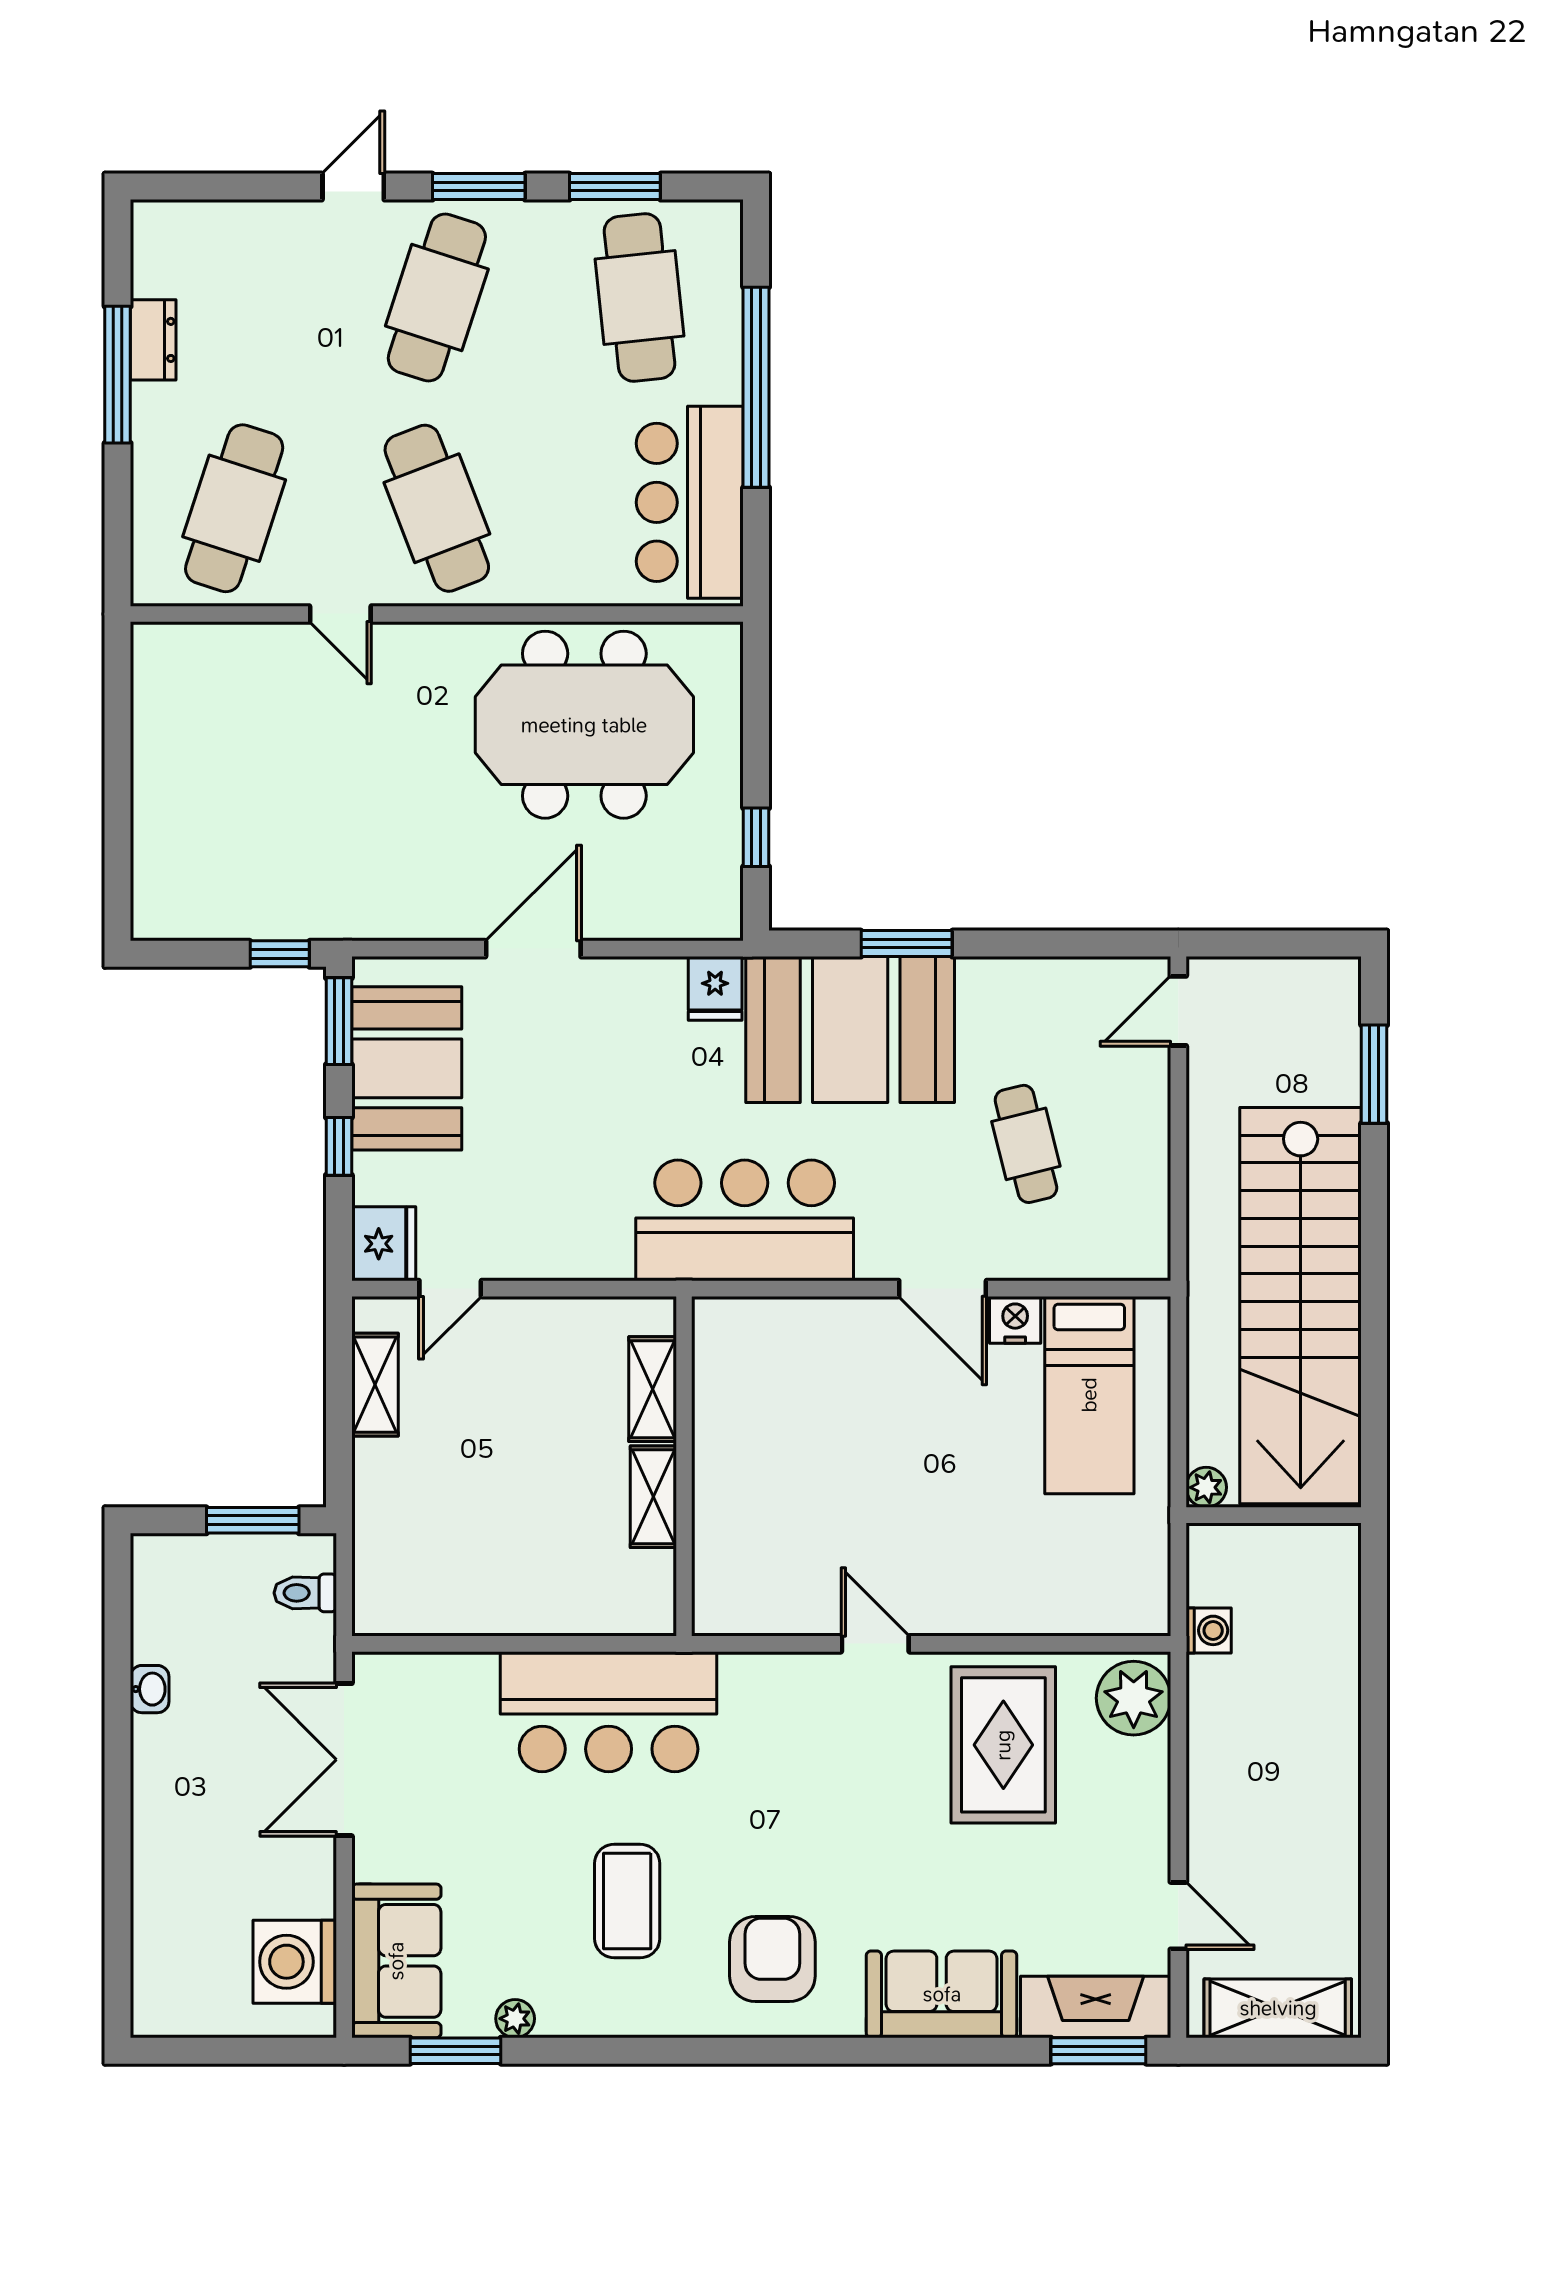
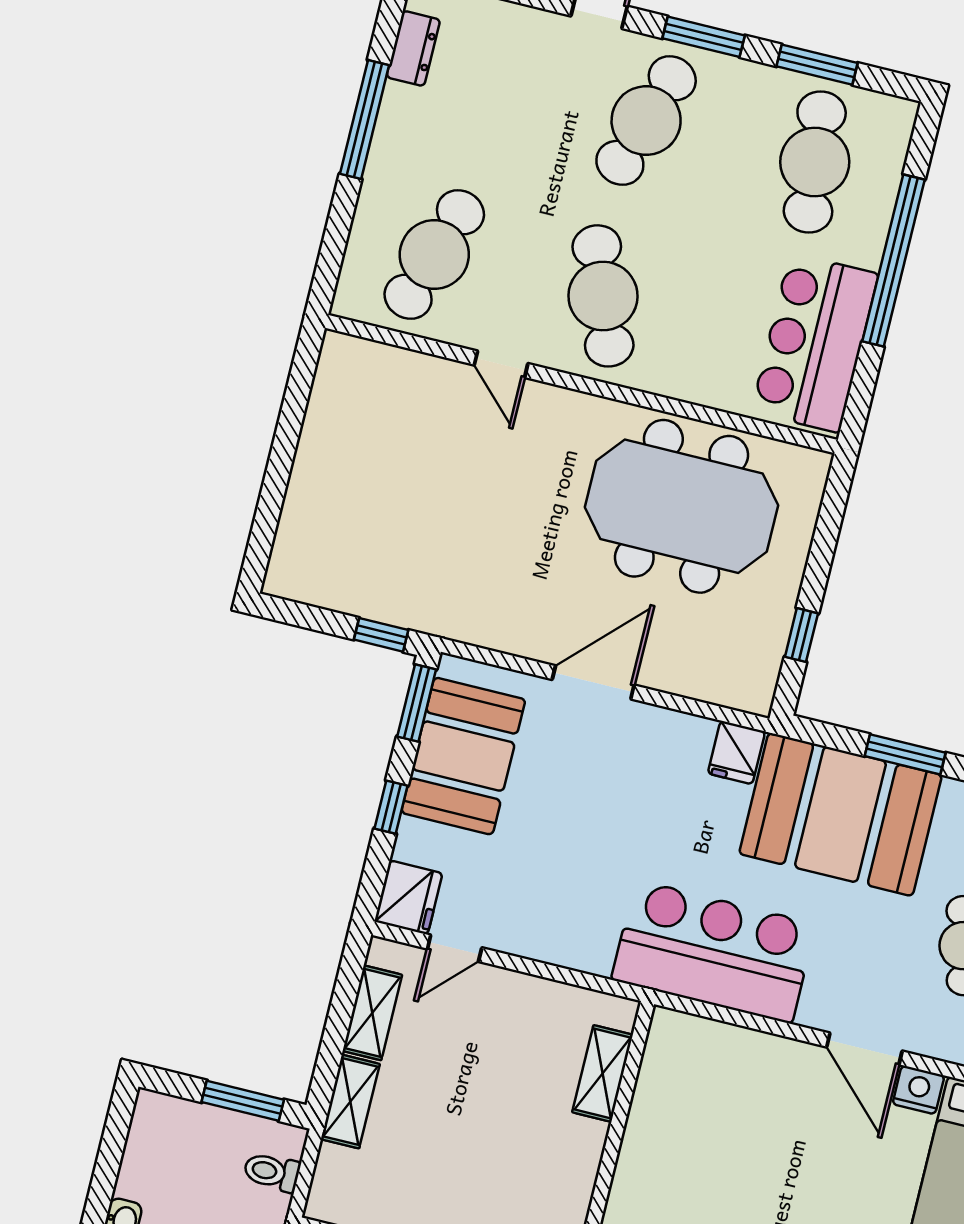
dresser: (153, 340) -> (413, 48), moved
shelving: (653, 1497) -> (350, 1102), moved

